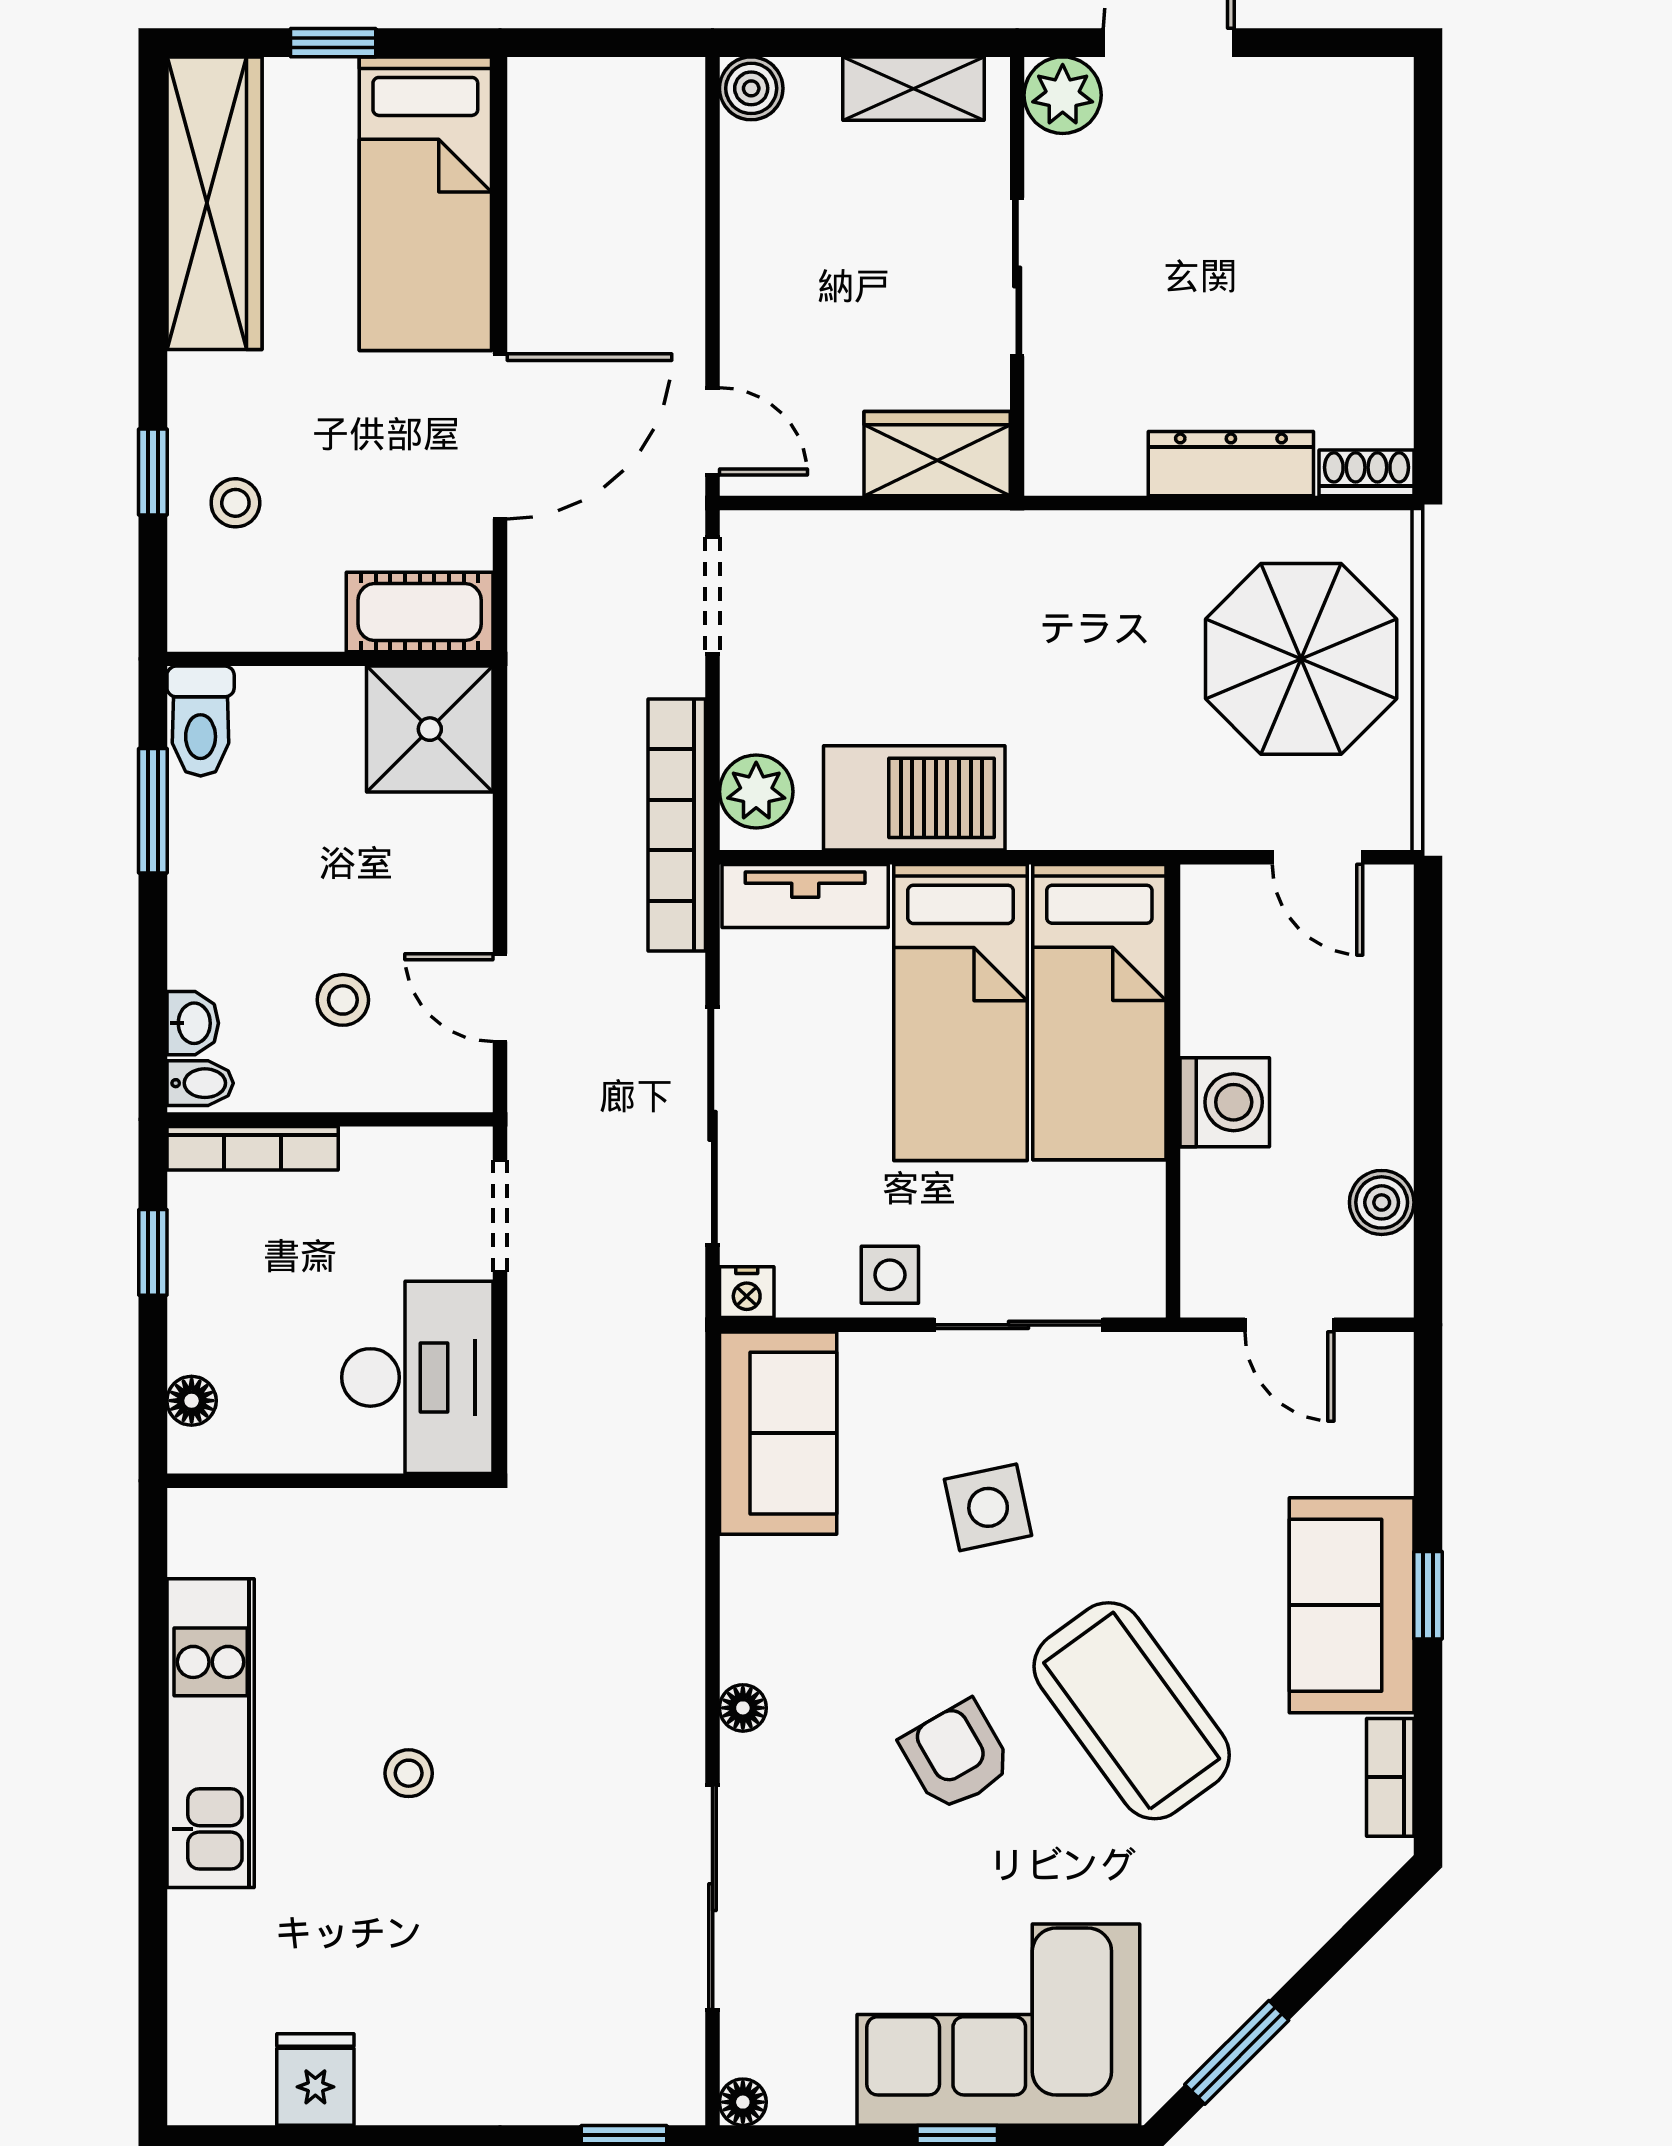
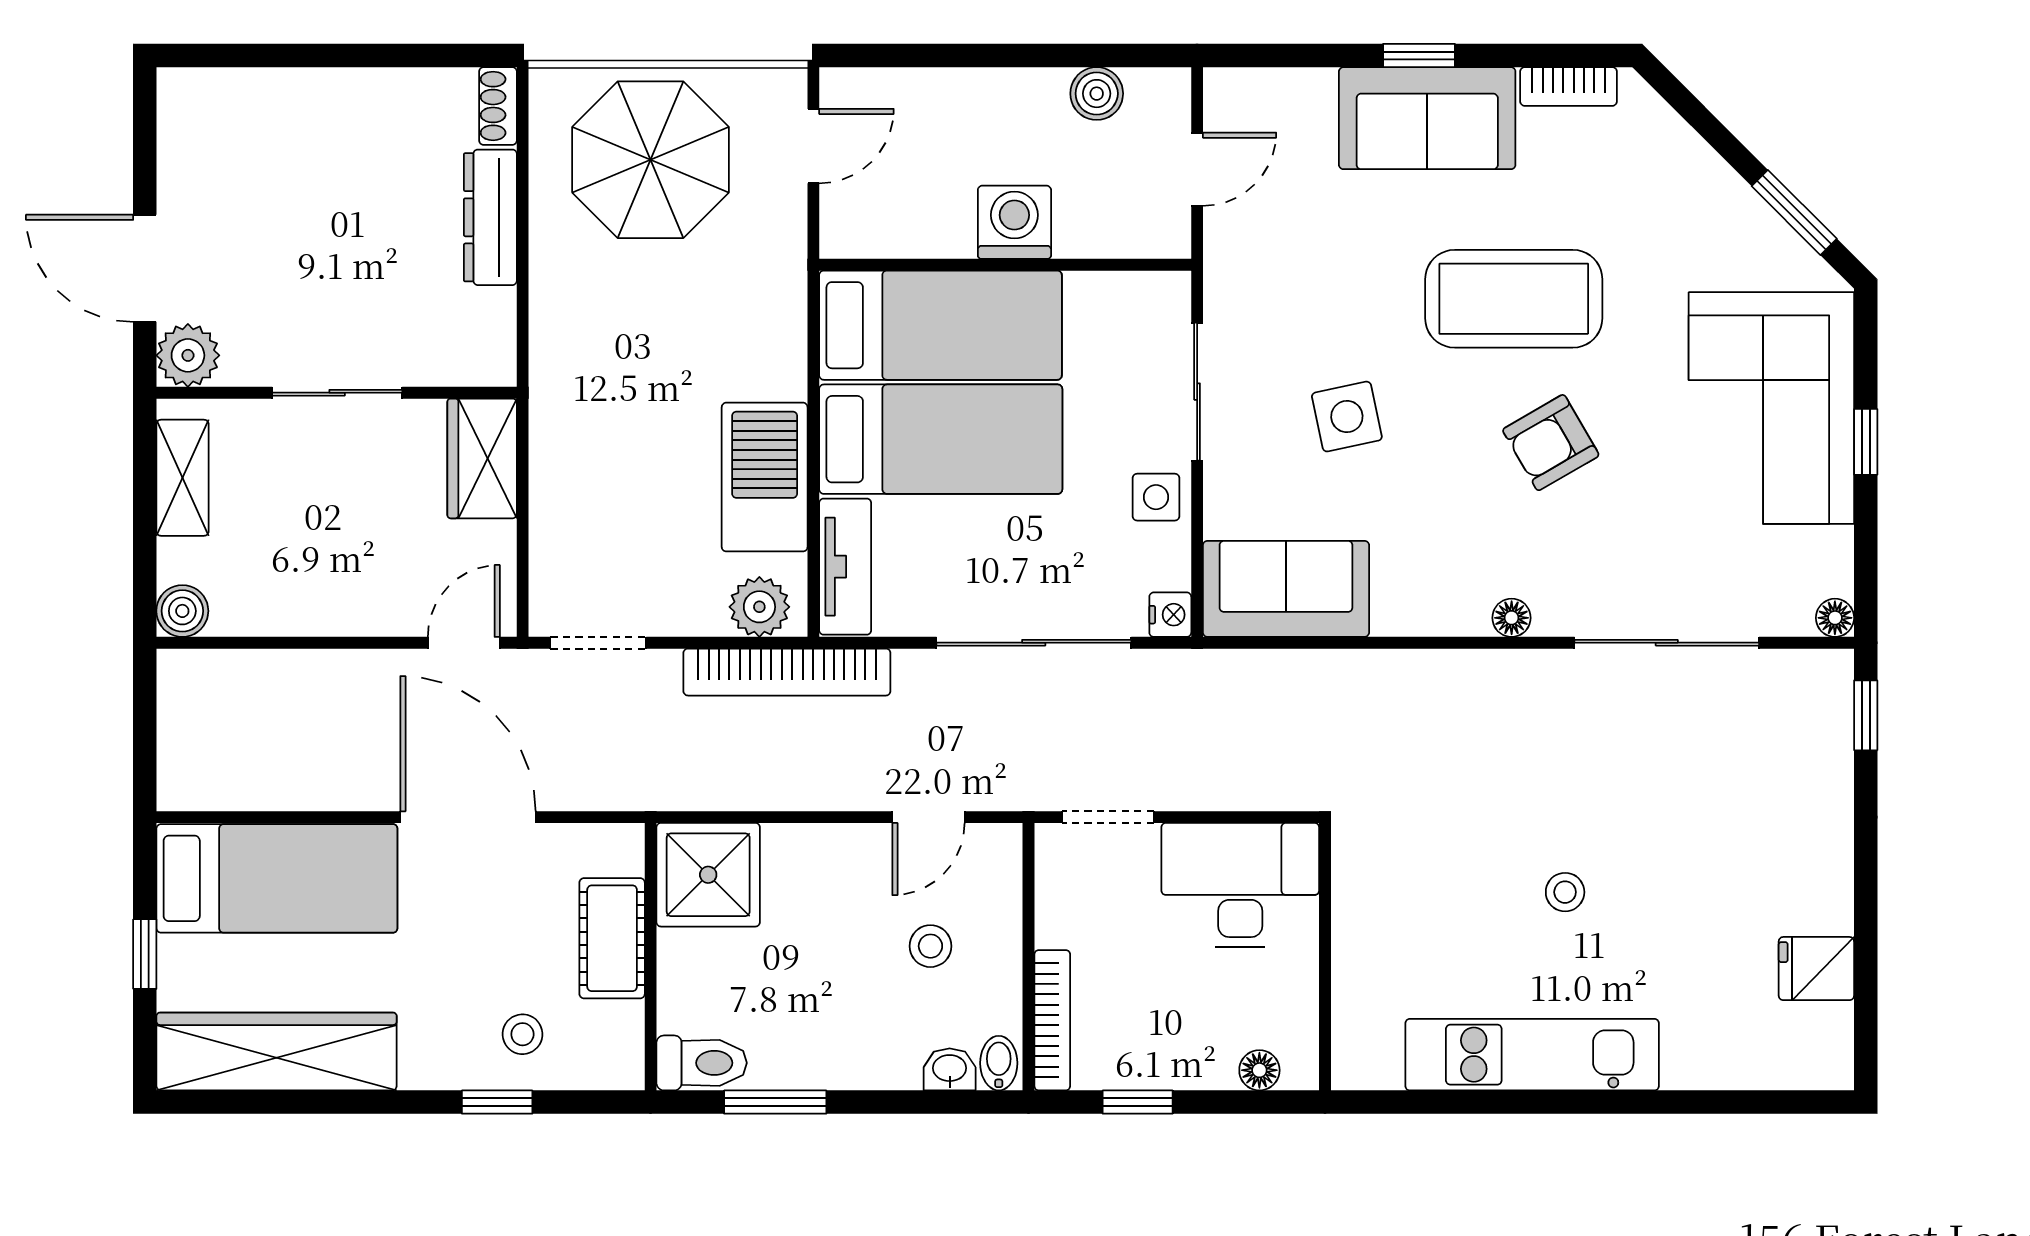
cot: (420, 612) -> (612, 938), moved
coffee table: (1132, 1711) -> (1514, 299), turned 36

